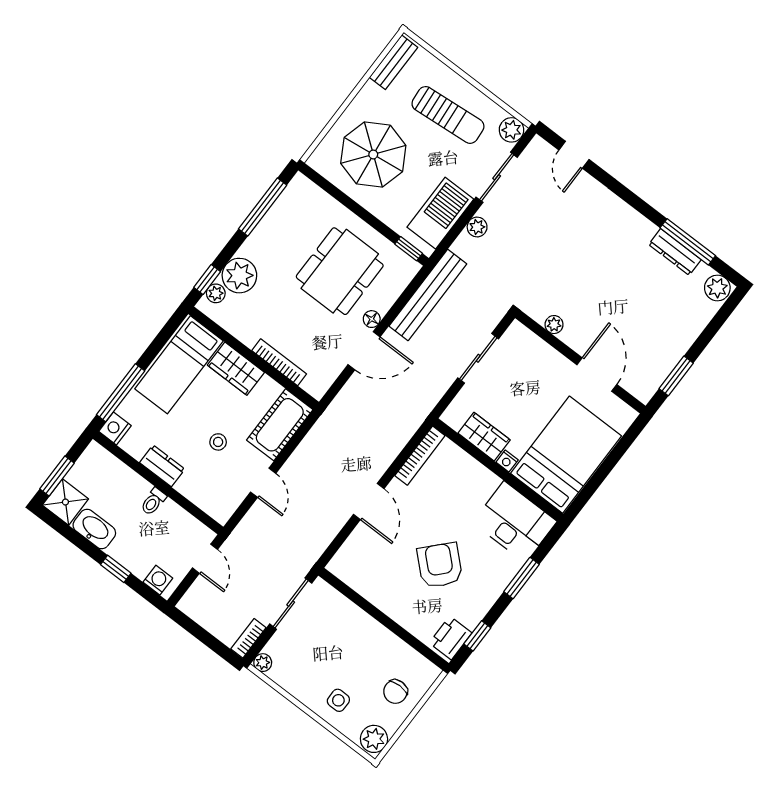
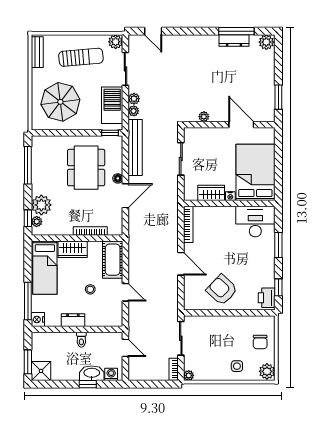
plant: (464, 243) -> (134, 111), added
washbasin: (94, 529) -> (92, 373), moved
armchair: (440, 565) -> (222, 290), moved

